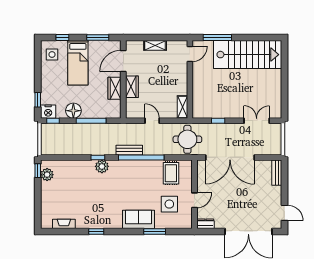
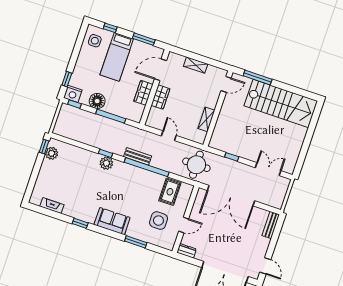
shelving: (182, 107) -> (206, 119), moved
sofa: (139, 219) -> (112, 221), moved

